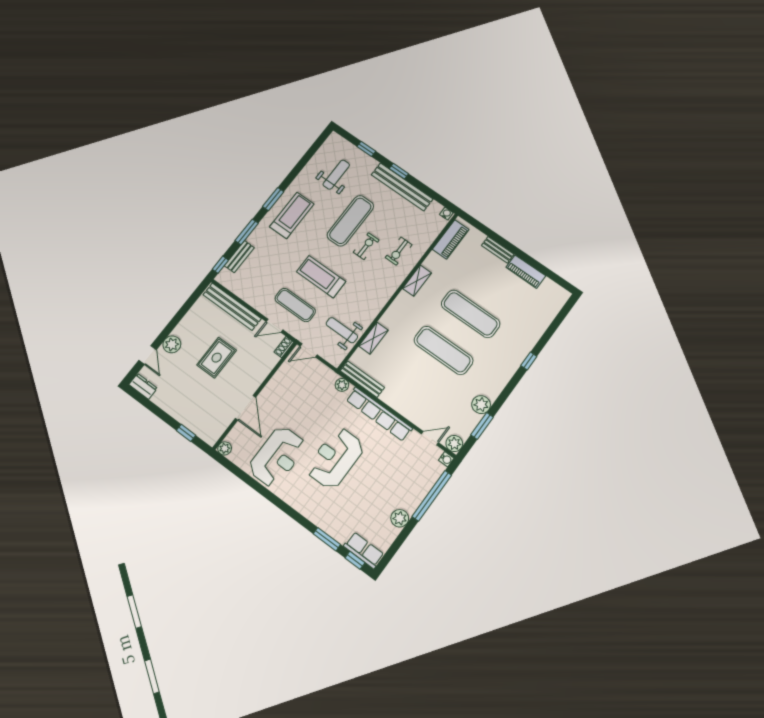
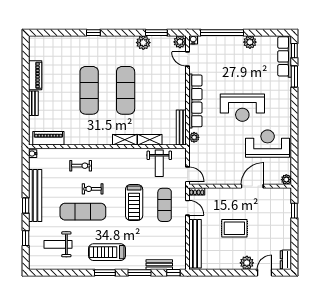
shelving: (417, 281) -> (125, 140), moved
row of seats: (364, 550) -> (285, 56), width x1.48

